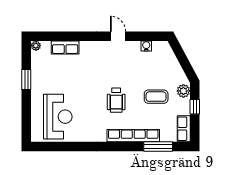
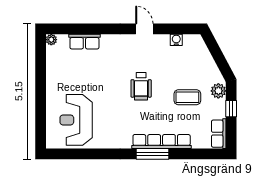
window: (26, 79) -> (41, 78), removed
wheelchair: (116, 100) -> (141, 86), moved
reception desk: (58, 117) -> (76, 120), turned 180
window: (158, 147) -> (153, 154), moved

